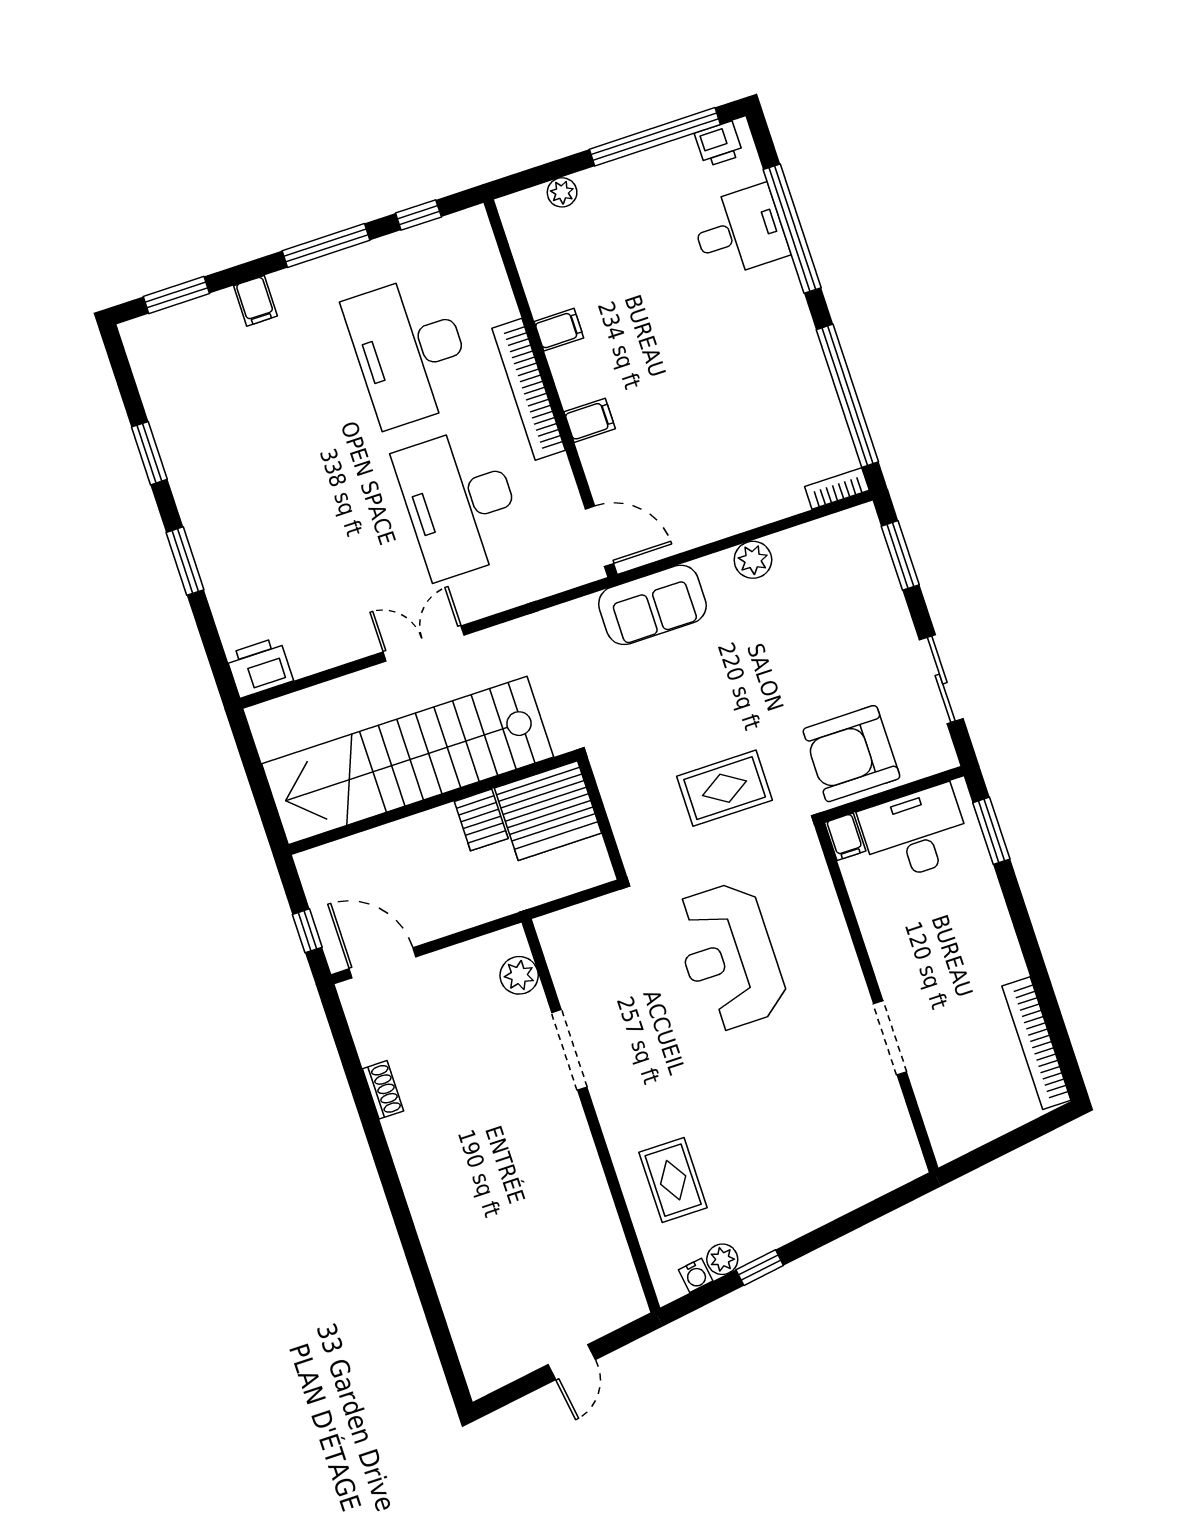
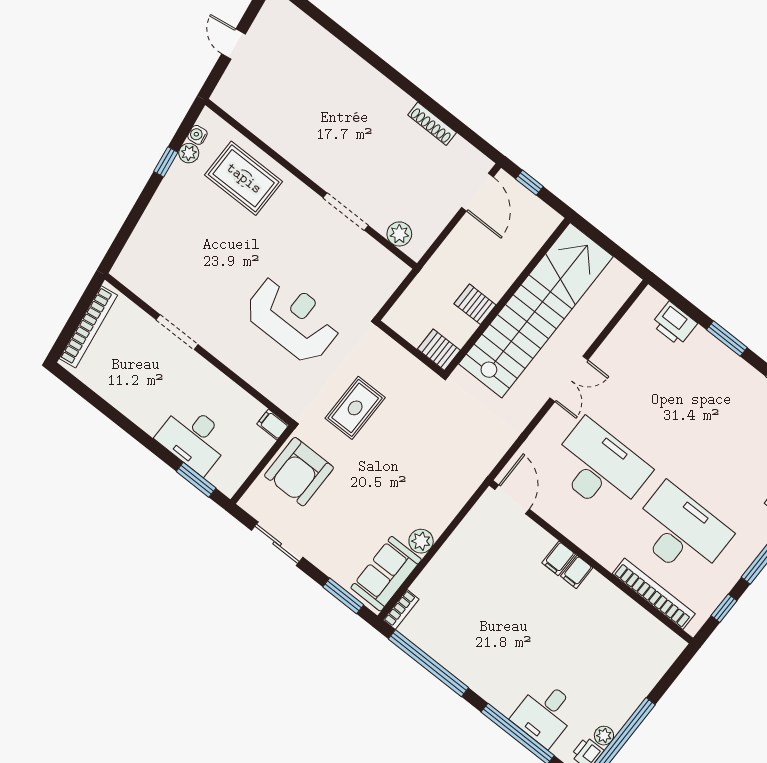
plant: (562, 192) -> (604, 736), moved
filing cabinet: (559, 330) -> (577, 572), moved
bookcase: (529, 389) -> (654, 594), moved
door: (599, 536) -> (512, 499), swing flipped
sofa: (652, 605) -> (386, 574), moved
printer: (259, 667) -> (674, 324), moved, turned 90
armchair: (851, 754) -> (299, 472), turned 180
server rack: (548, 811) -> (439, 350), width x0.46, depth x0.70
desk: (915, 833) -> (194, 439), moved, turned 90
door: (383, 963) -> (477, 192), hinge flipped
bookcase: (1036, 1043) -> (88, 327), moved, turned 82
shoe rack: (383, 1090) -> (432, 124), width x1.43
rug: (673, 1180) -> (244, 178), width x1.36, depth x1.43

